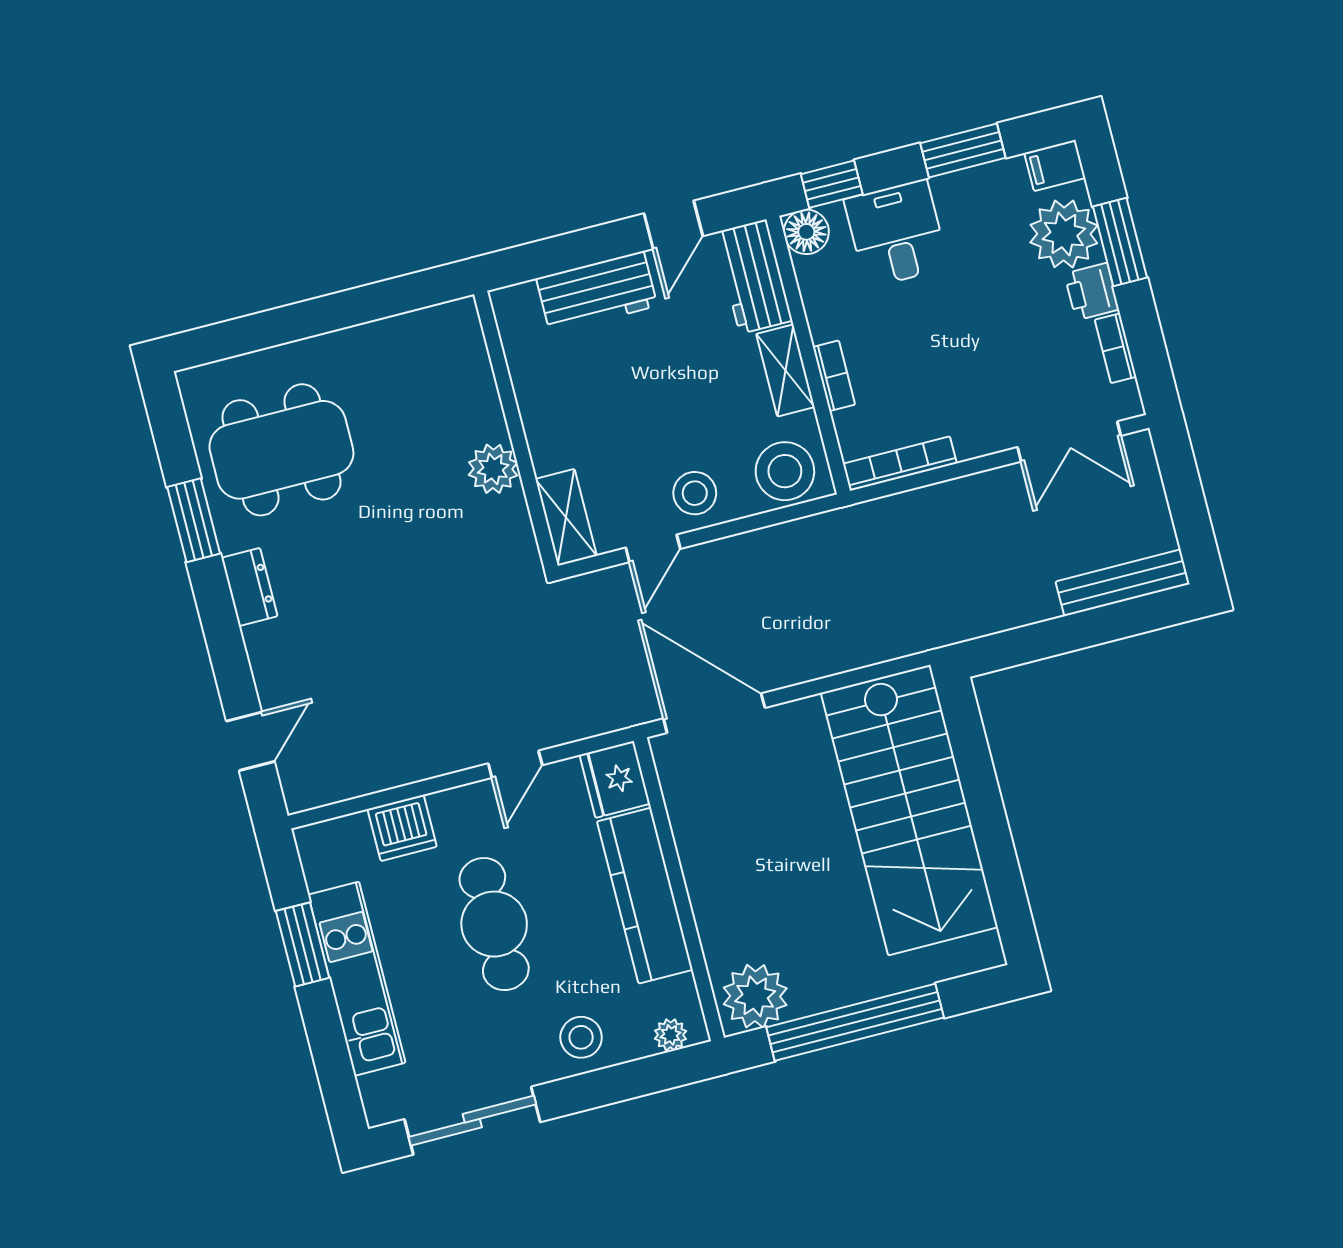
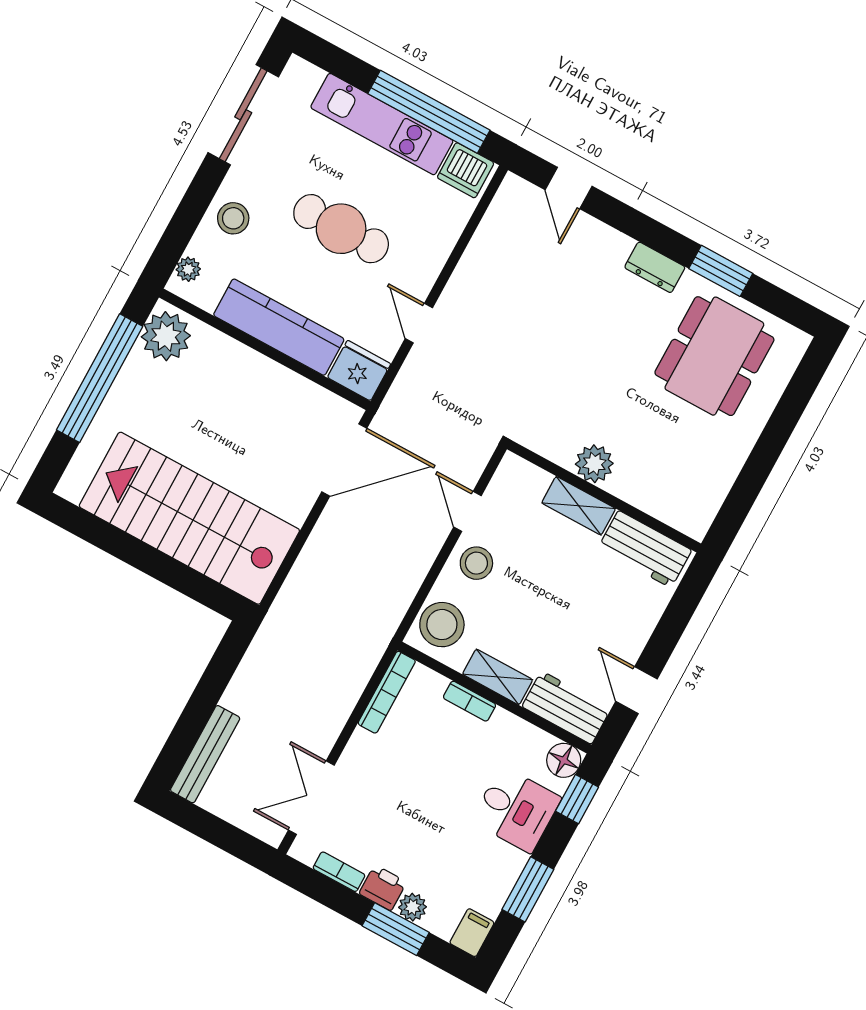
plant: (1064, 234) -> (413, 907), width x0.53, depth x0.53
workbench: (597, 292) -> (645, 549), moved, turned -90
shelving: (566, 517) -> (579, 506), moved
dishwasher: (402, 828) -> (466, 170), moved, turned -90
window: (303, 944) -> (429, 112), width x2.11

